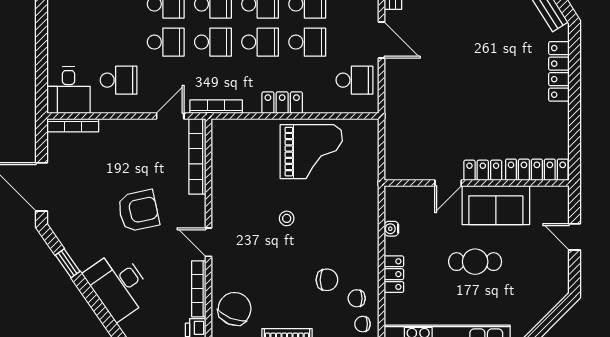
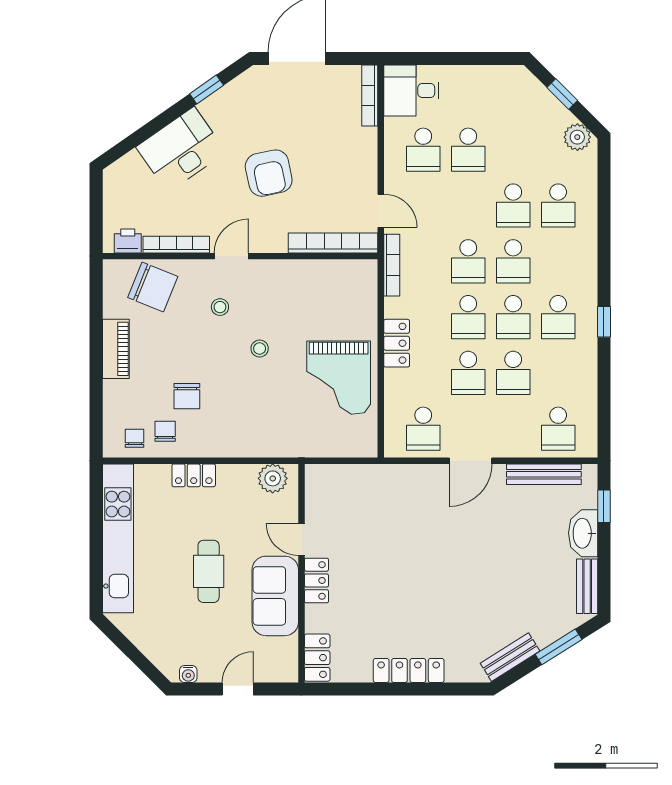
school desk: (166, 42) -> (468, 150), moved
locker: (559, 71) -> (409, 671), moved
locker: (537, 170) -> (317, 658), width x0.66
plant: (396, 207) -> (273, 478), added
water cooler: (391, 229) -> (188, 674), moved, turned 180
stool: (252, 252) -> (220, 307), added

